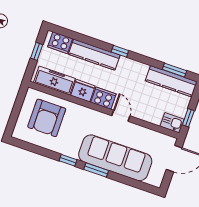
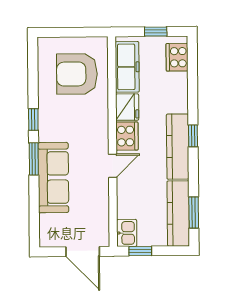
kitchen counter: (94, 55) -> (178, 147), moved
sofa: (115, 158) -> (53, 178), width x0.74, depth x0.79

